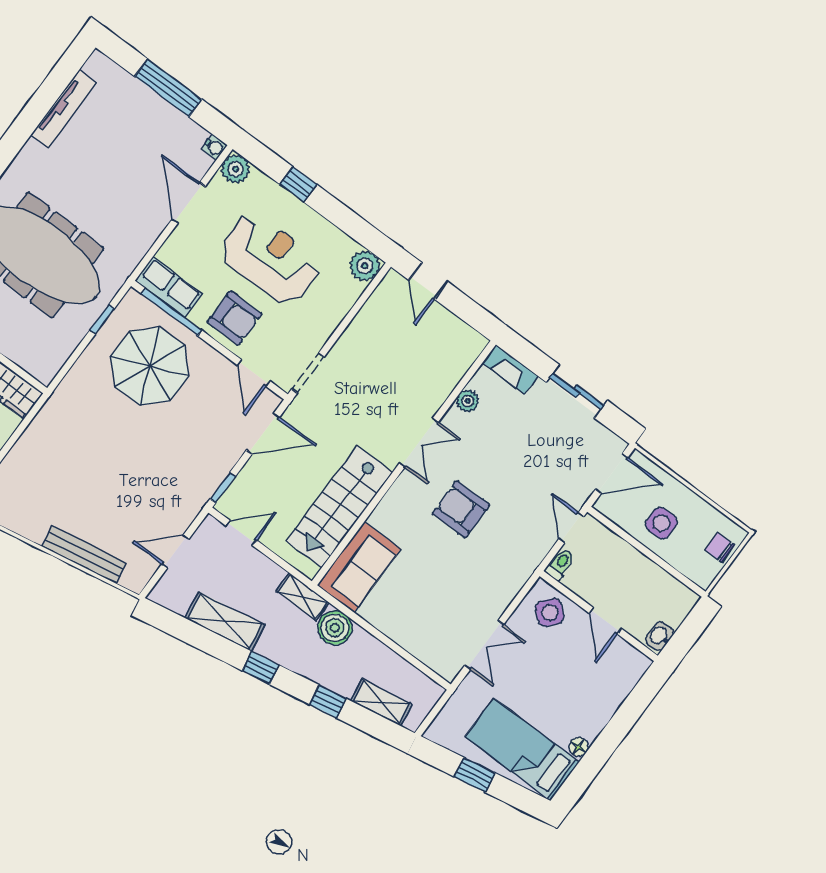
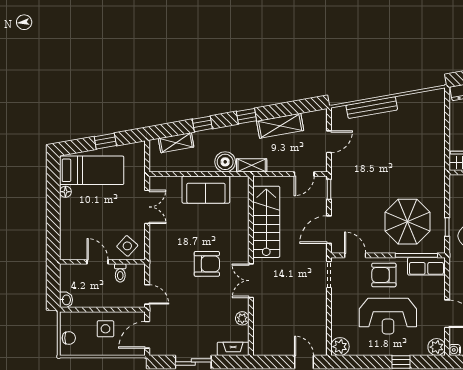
toilet: (560, 564) -> (120, 273), moved
sofa: (359, 567) -> (206, 190), moved, turned -90
washbasin: (660, 636) -> (66, 300), moved
double door: (484, 645) -> (147, 207), swing flipped

